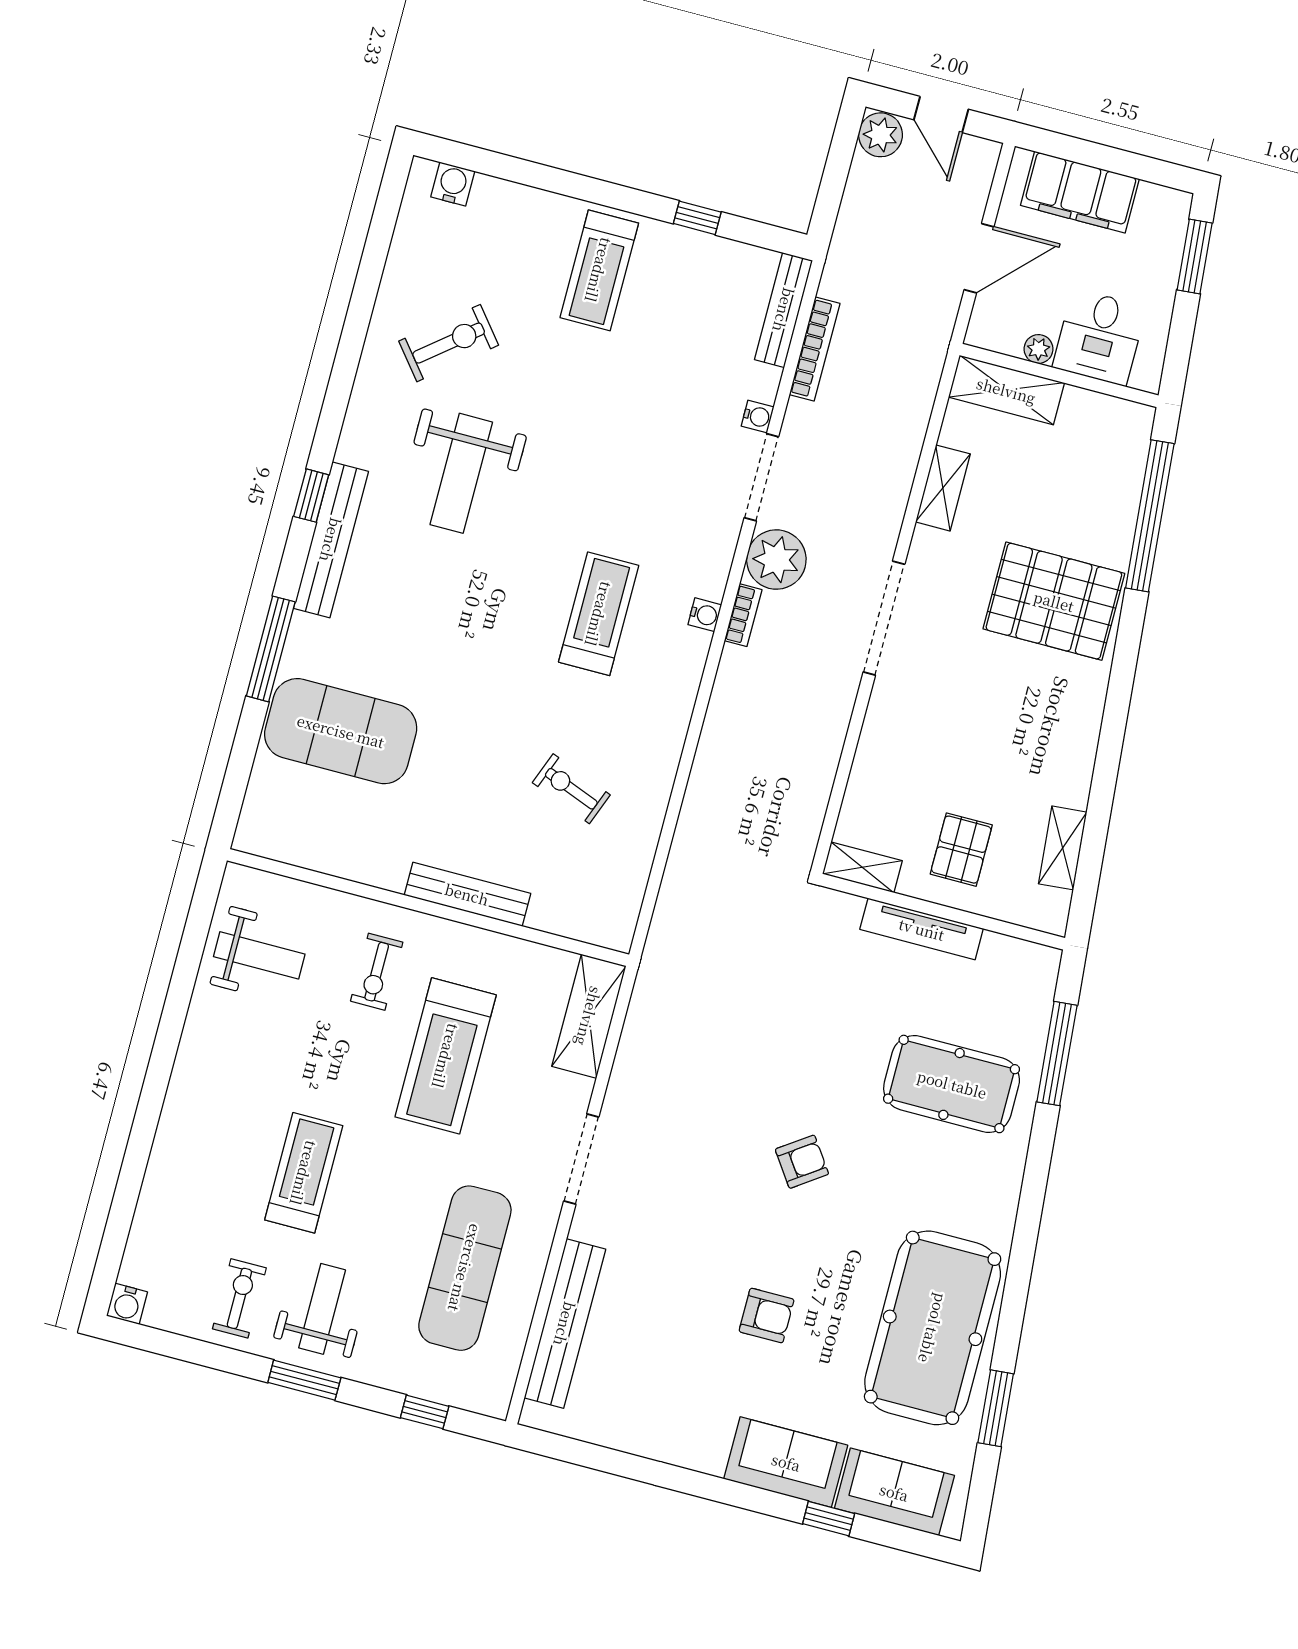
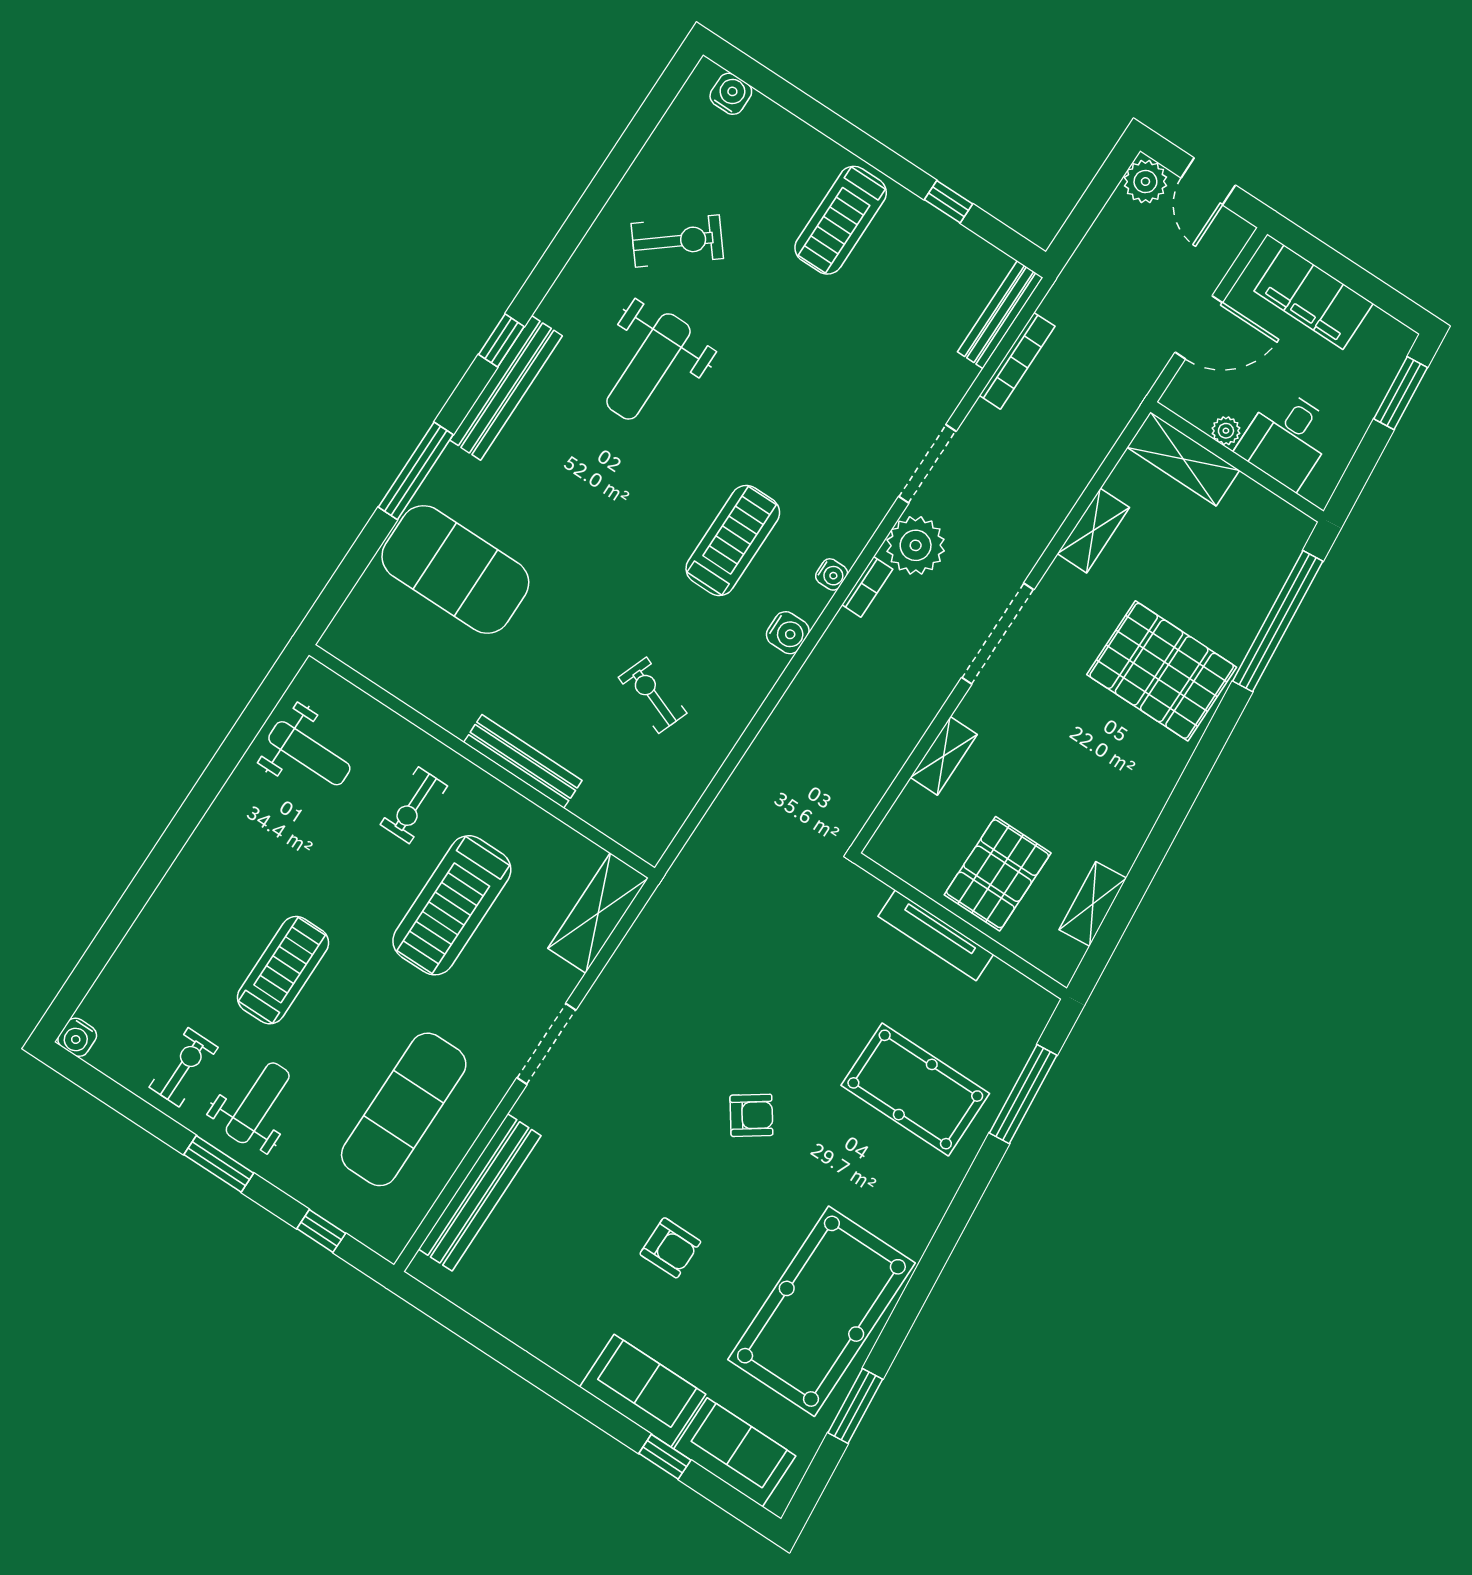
water cooler: (758, 416) -> (788, 633), moved, width x1.38, depth x1.38
pallet: (961, 850) -> (998, 874), width x1.50, depth x1.42
shelving: (862, 867) -> (944, 756), moved, turned 90

